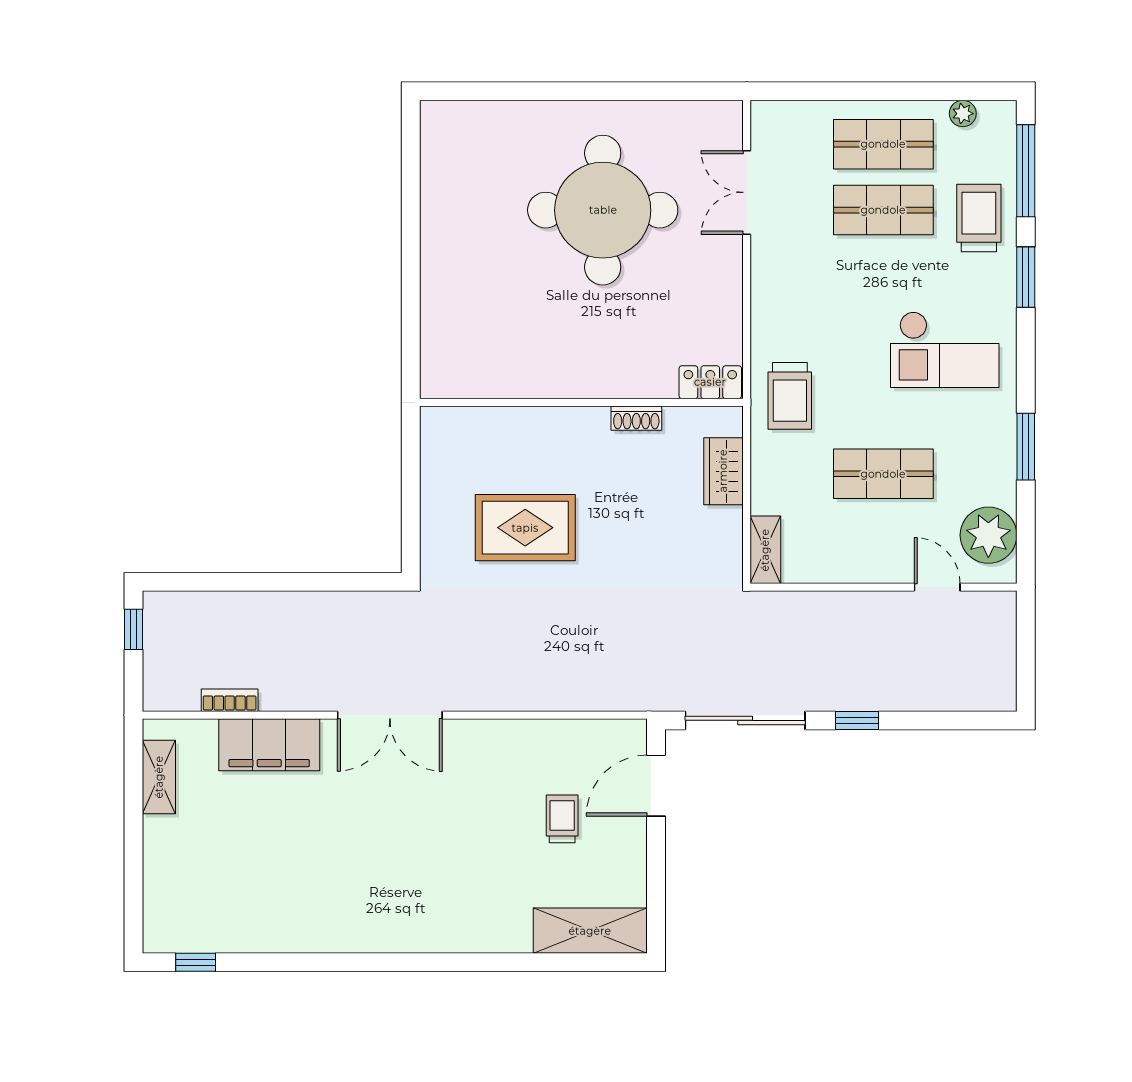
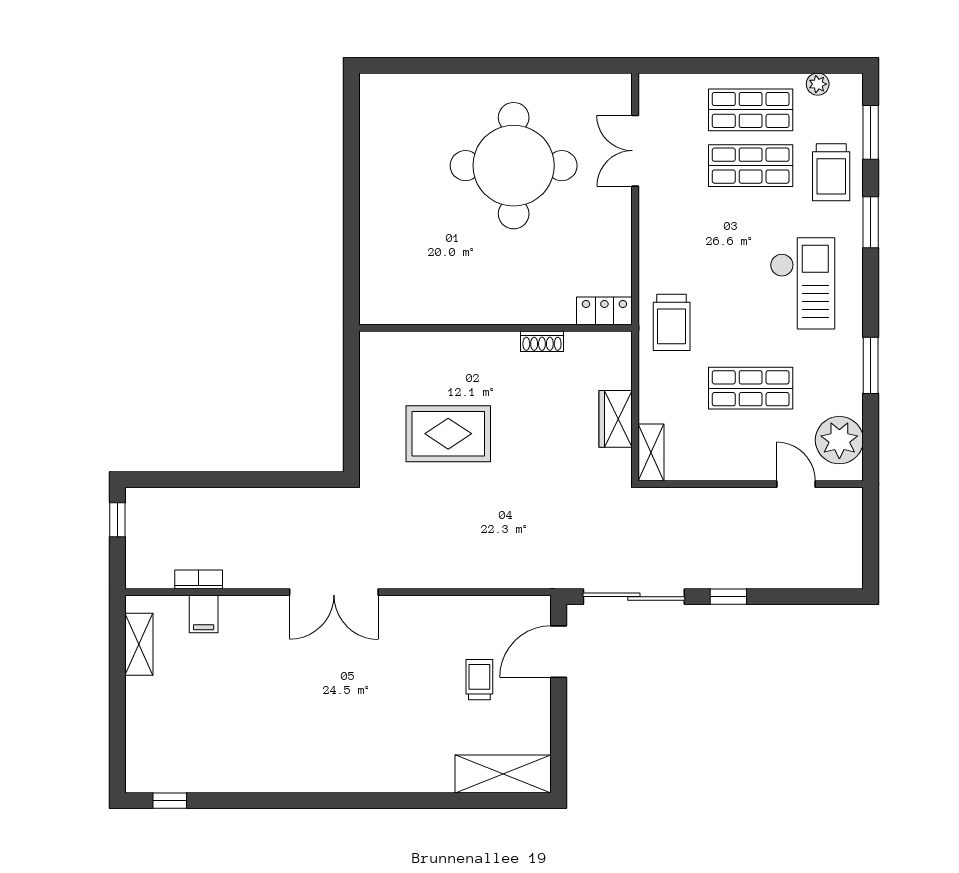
window: (1026, 171) -> (871, 132), width x0.69
trolley: (979, 218) -> (831, 172), turned 180
checkout: (945, 350) -> (802, 283), turned -90
wardrobe: (723, 471) -> (616, 419), moved
filing cabinet: (269, 745) -> (204, 614), width x0.33, depth x0.86

